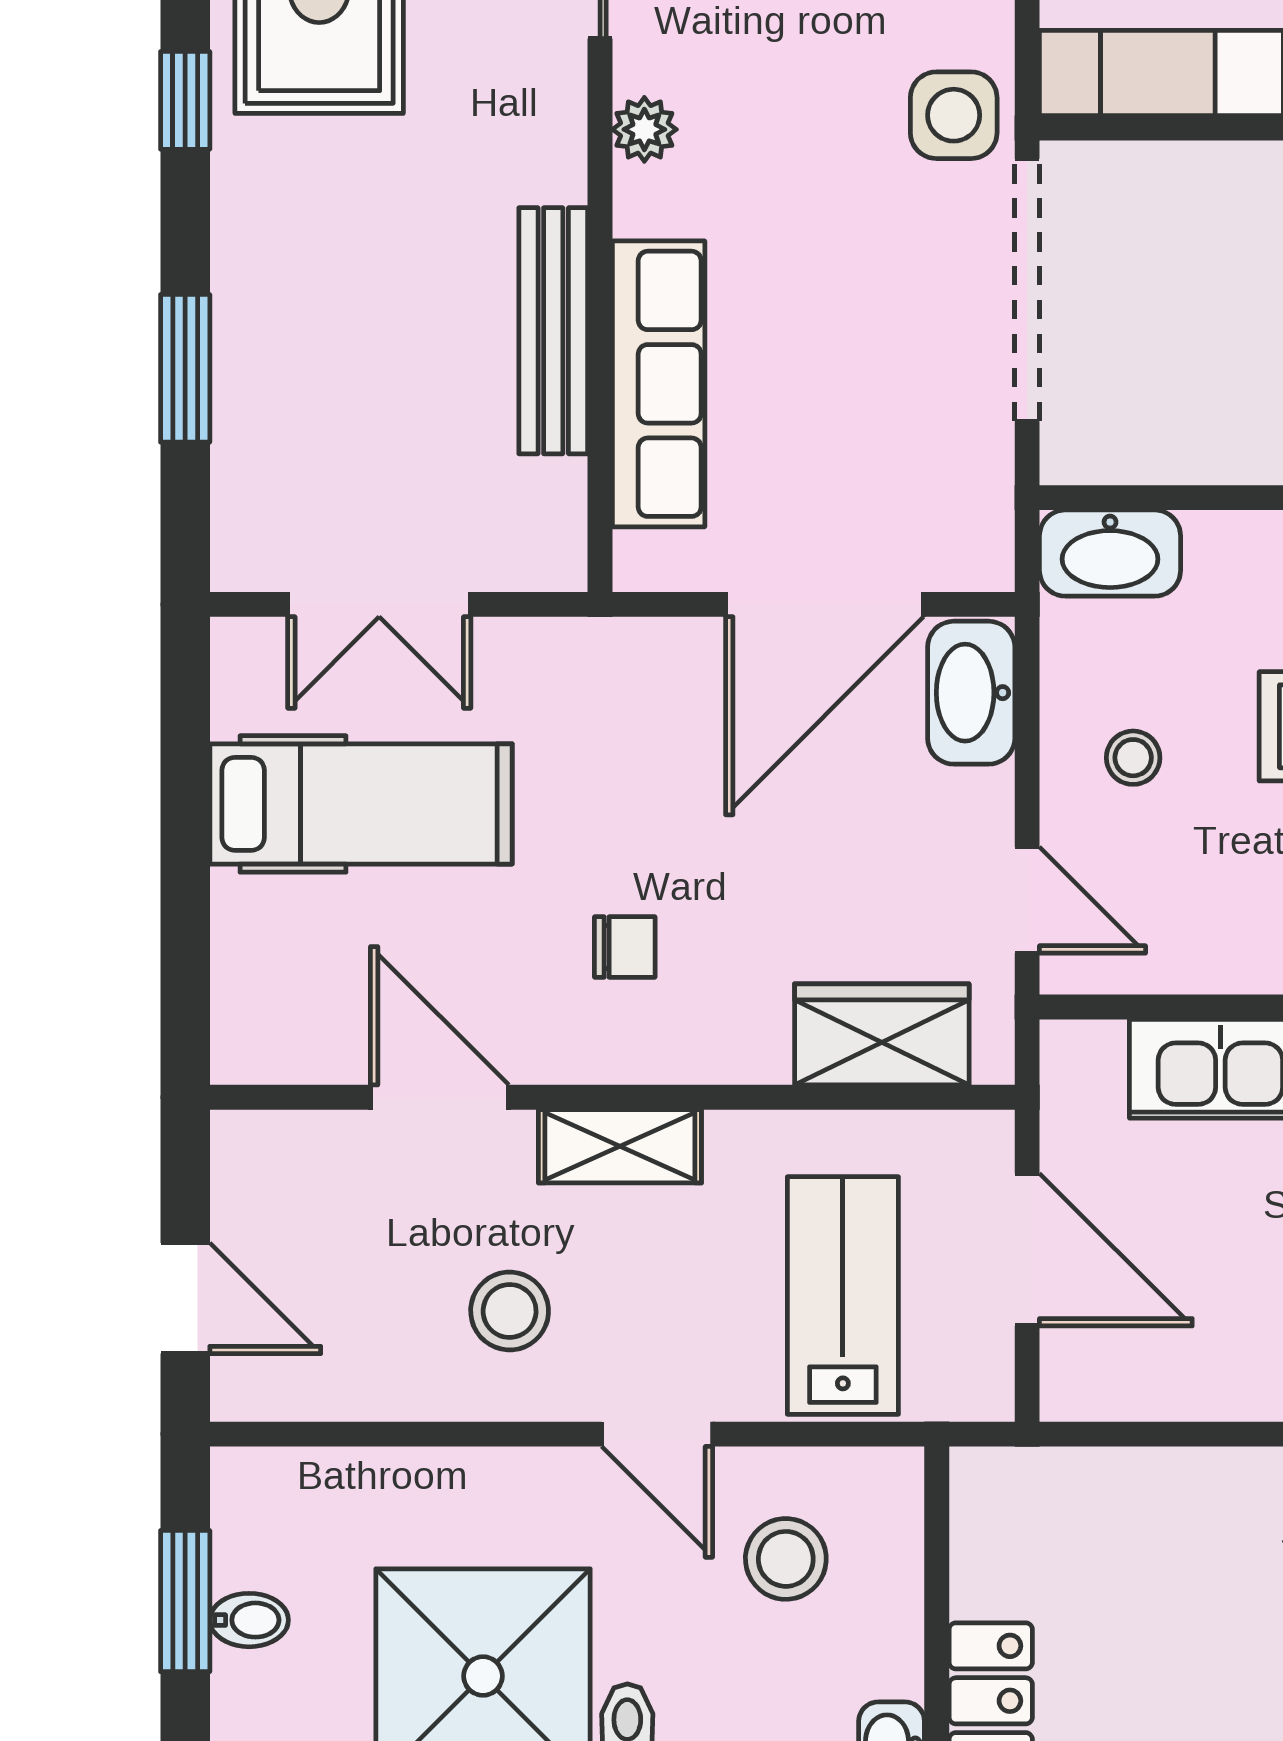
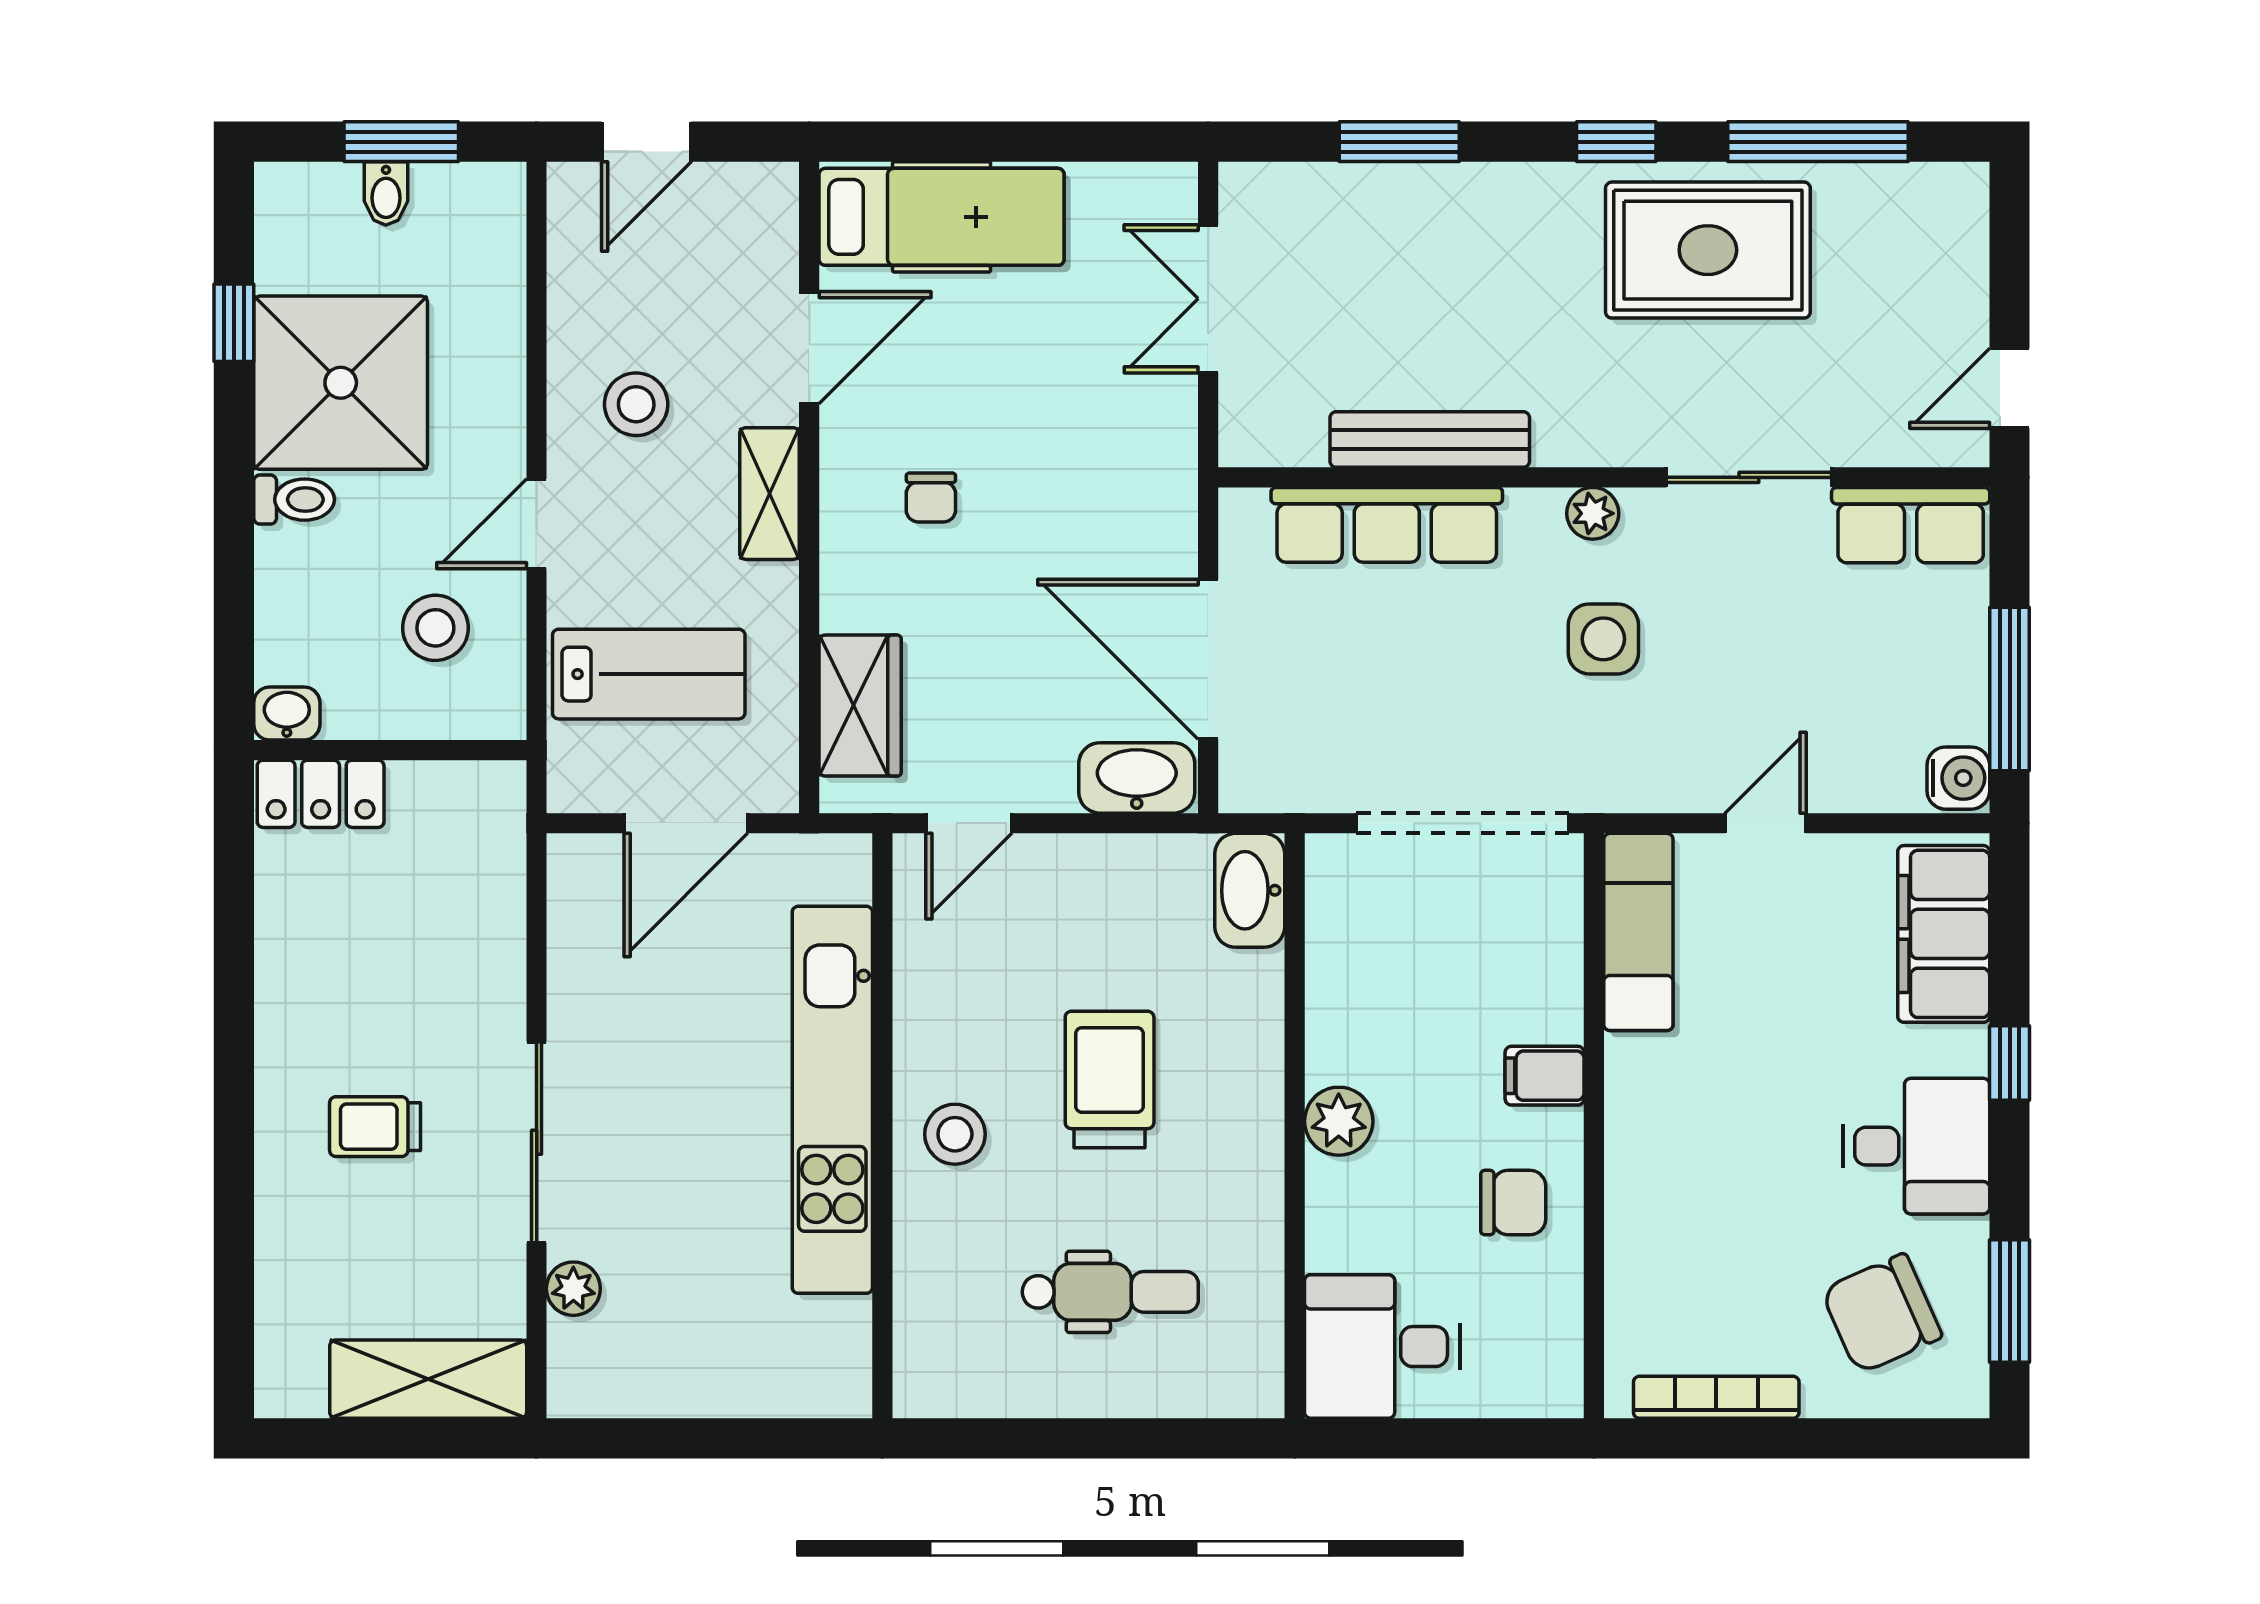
side table: (954, 115) -> (1603, 639), moved
stool: (1133, 758) -> (1084, 909), removed
hospital bed: (361, 804) -> (942, 217), moved, turned -90

